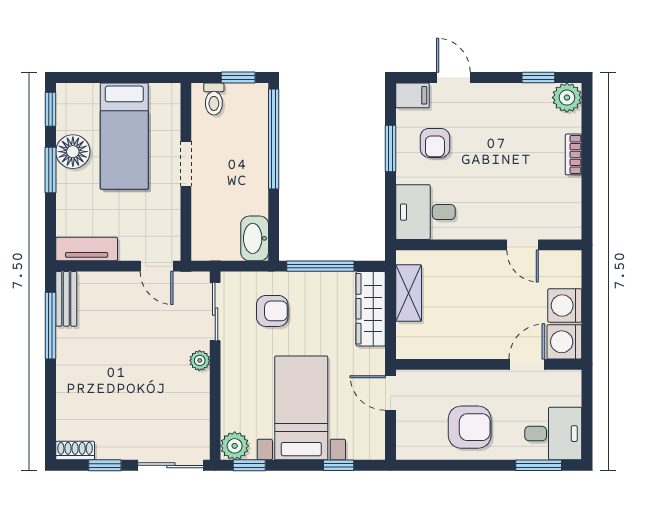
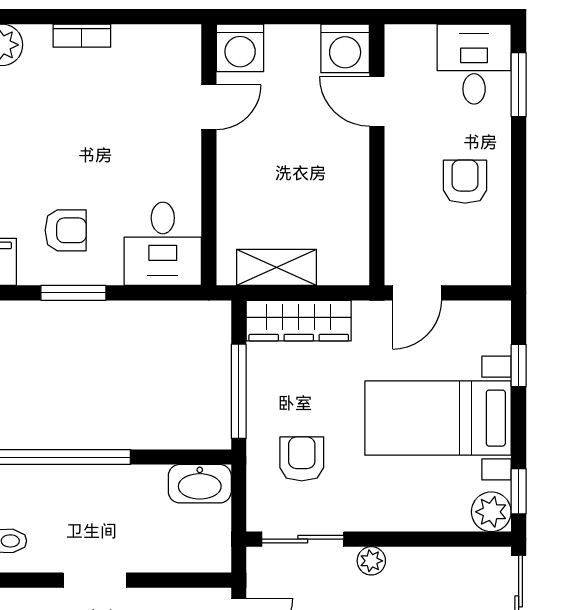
washing machine: (565, 306) -> (240, 48), moved
armchair: (470, 427) -> (465, 182), width x0.72, depth x0.72

